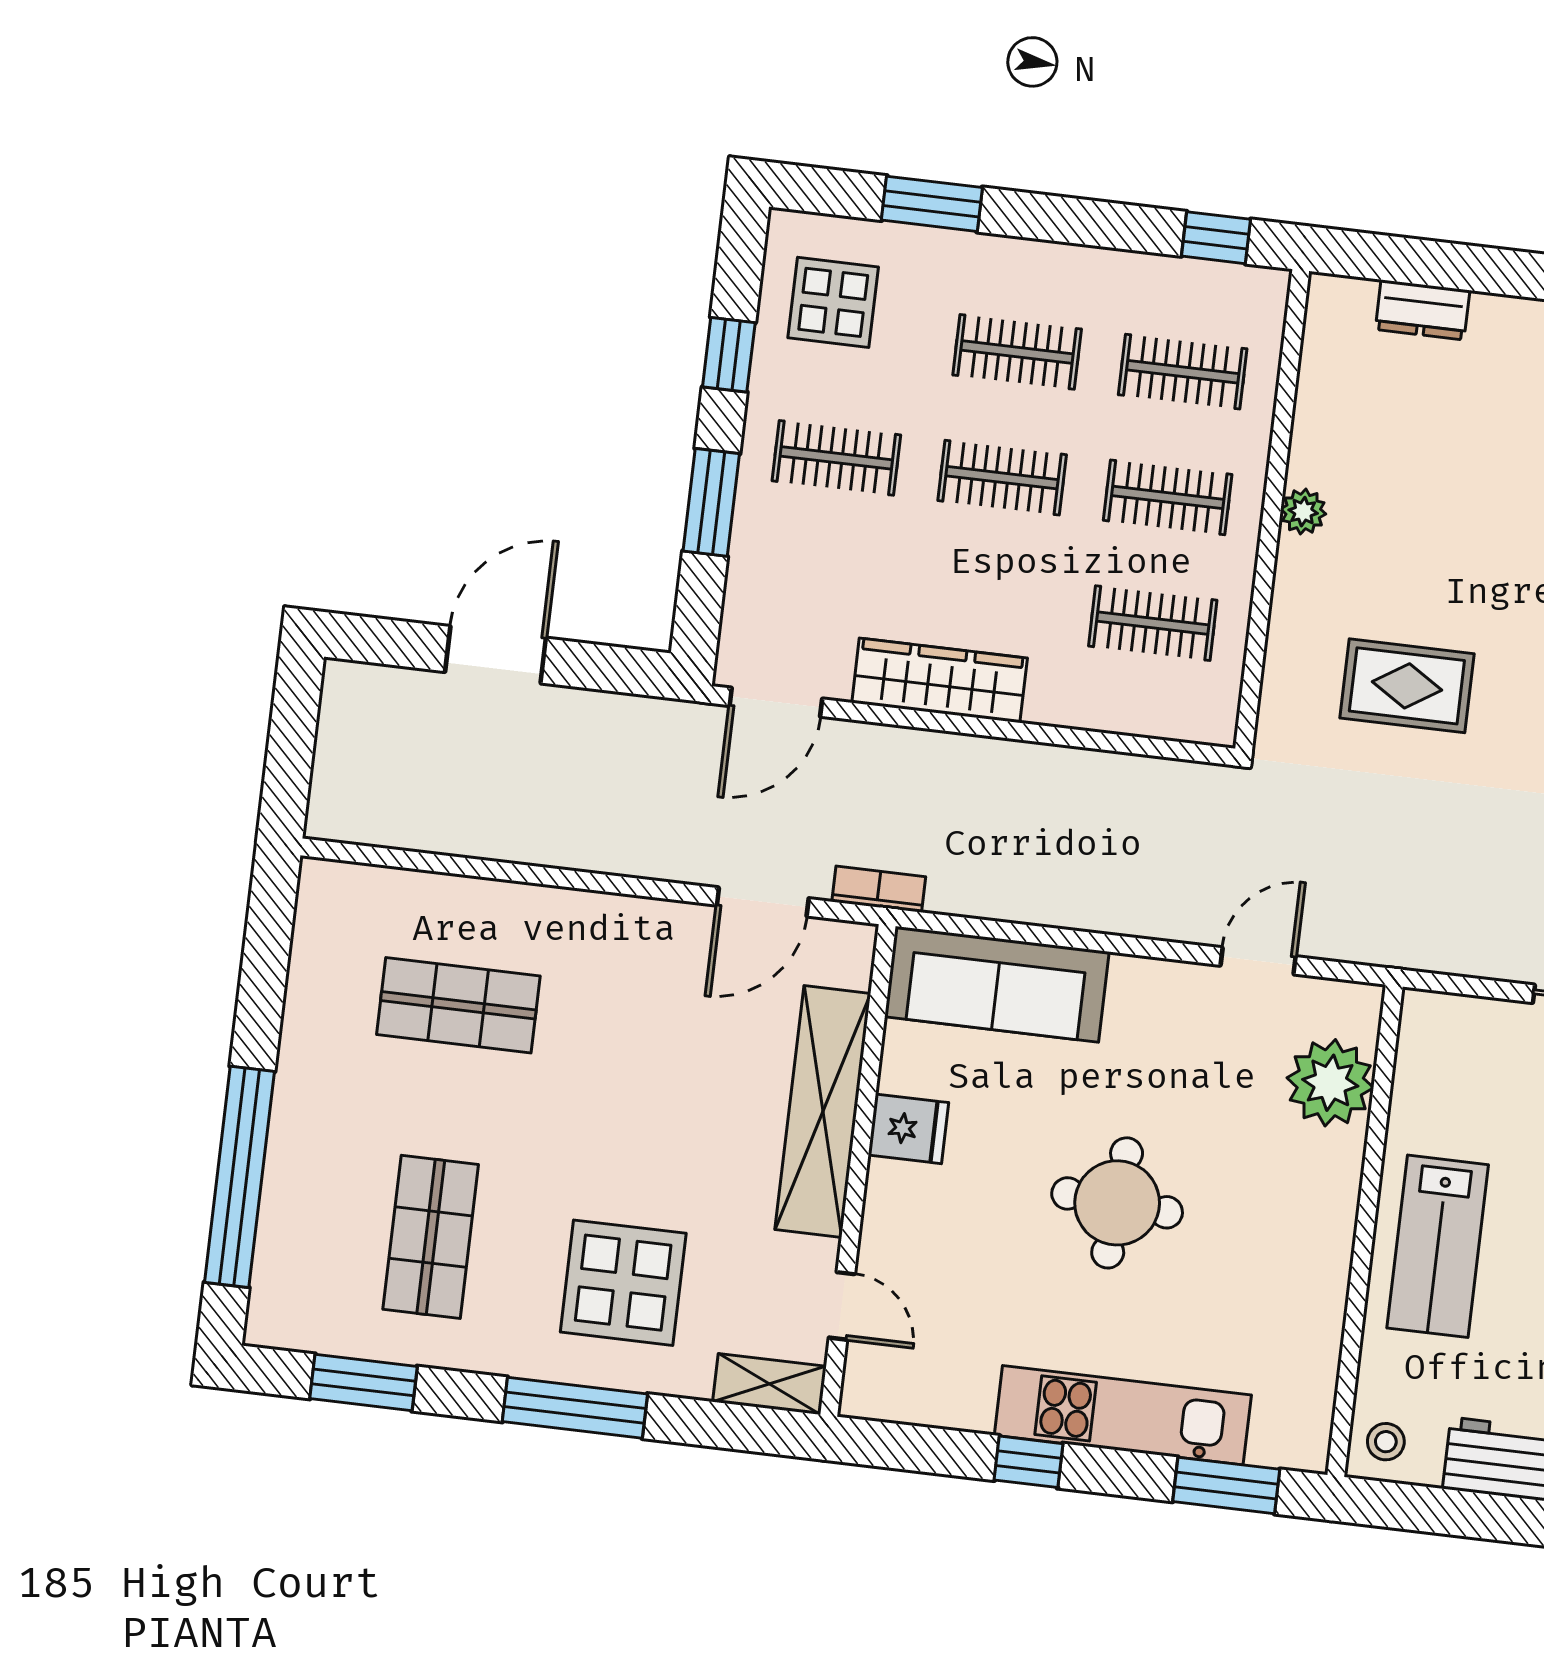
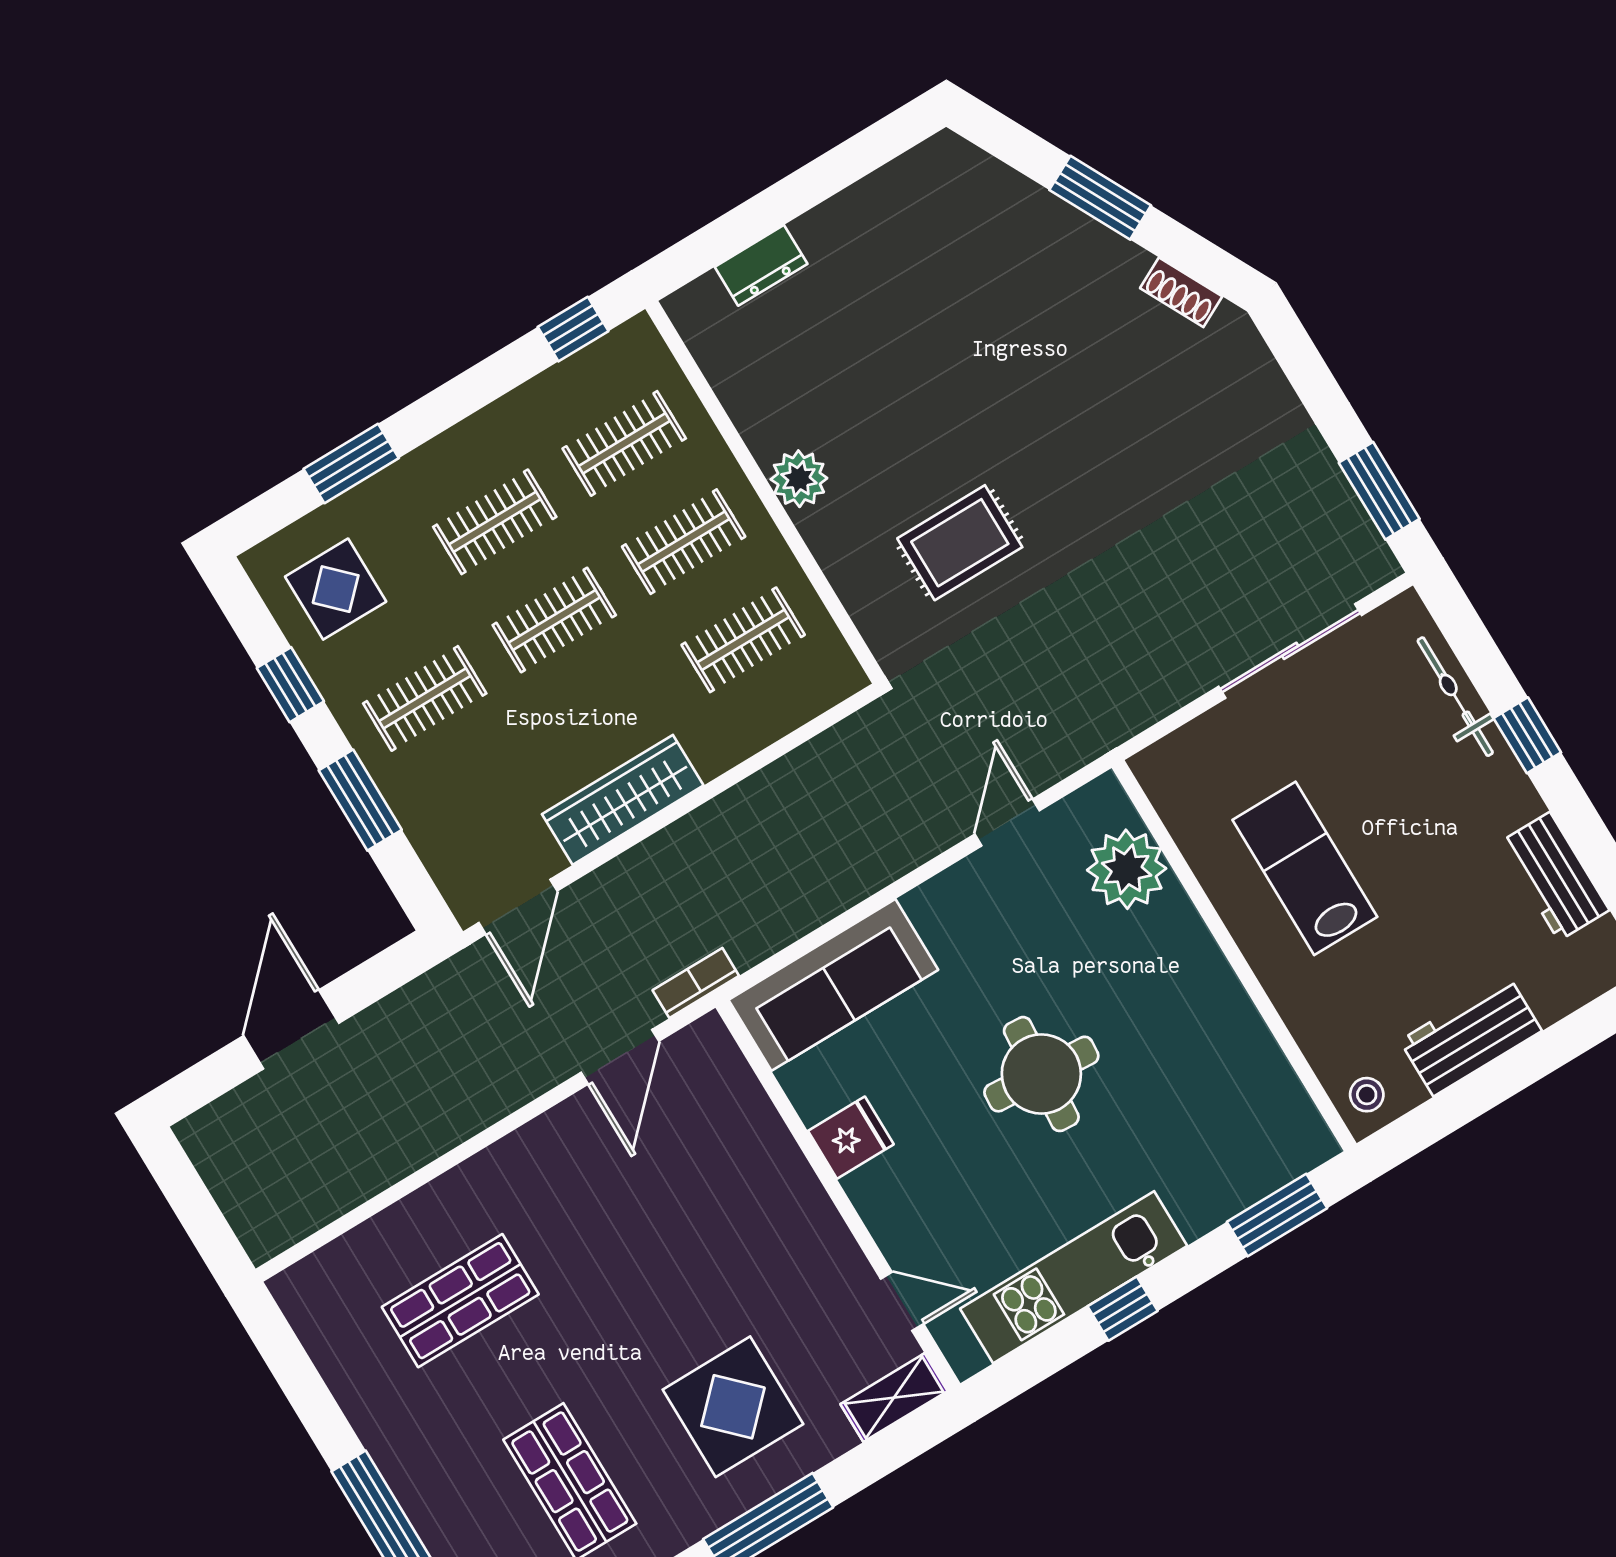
plant: (1303, 512) -> (799, 479), width x1.38, depth x1.38
shelving: (823, 1112) -> (780, 1173), removed
lab bench: (1438, 1246) -> (1305, 868), moved, turned 180
kitchen unit: (1123, 1415) -> (1074, 1277), moved

